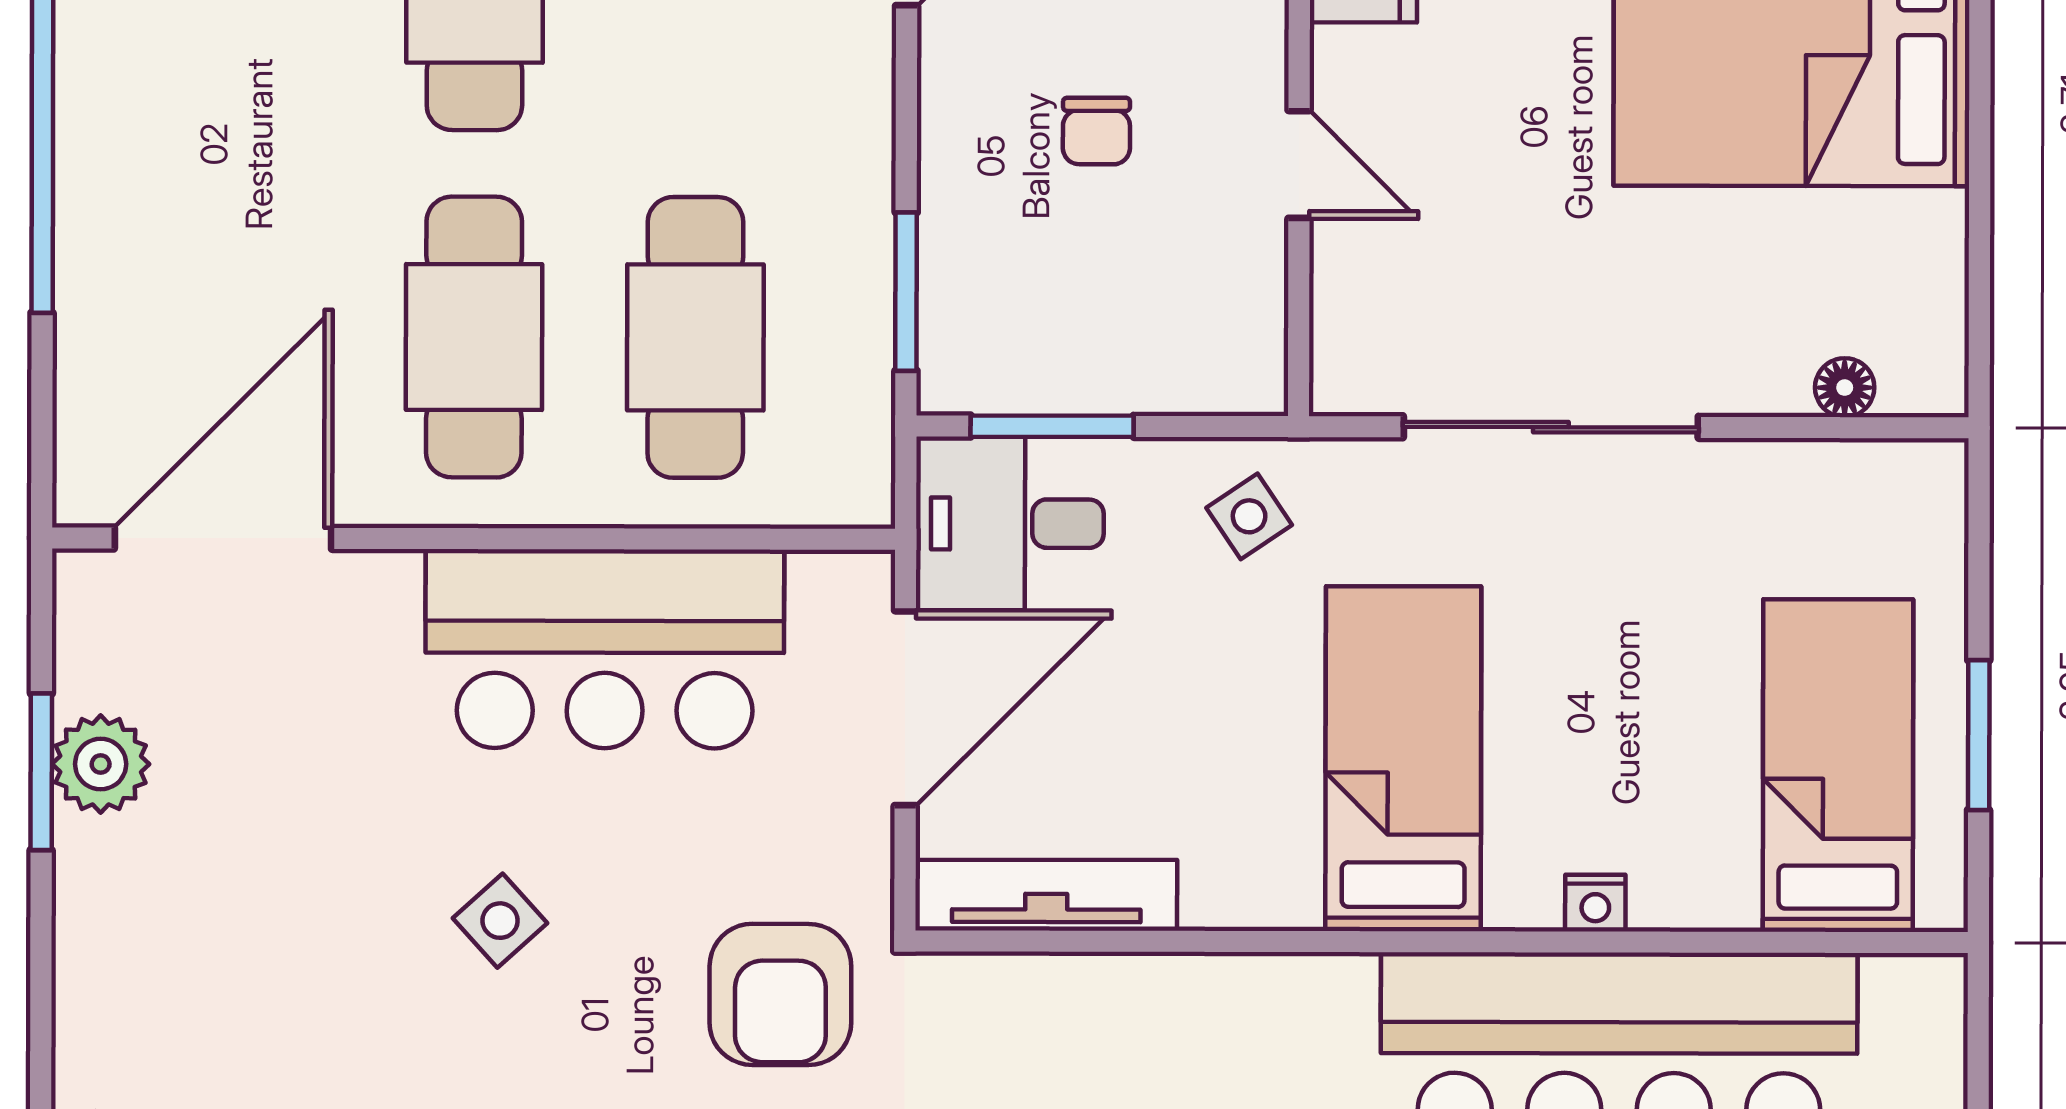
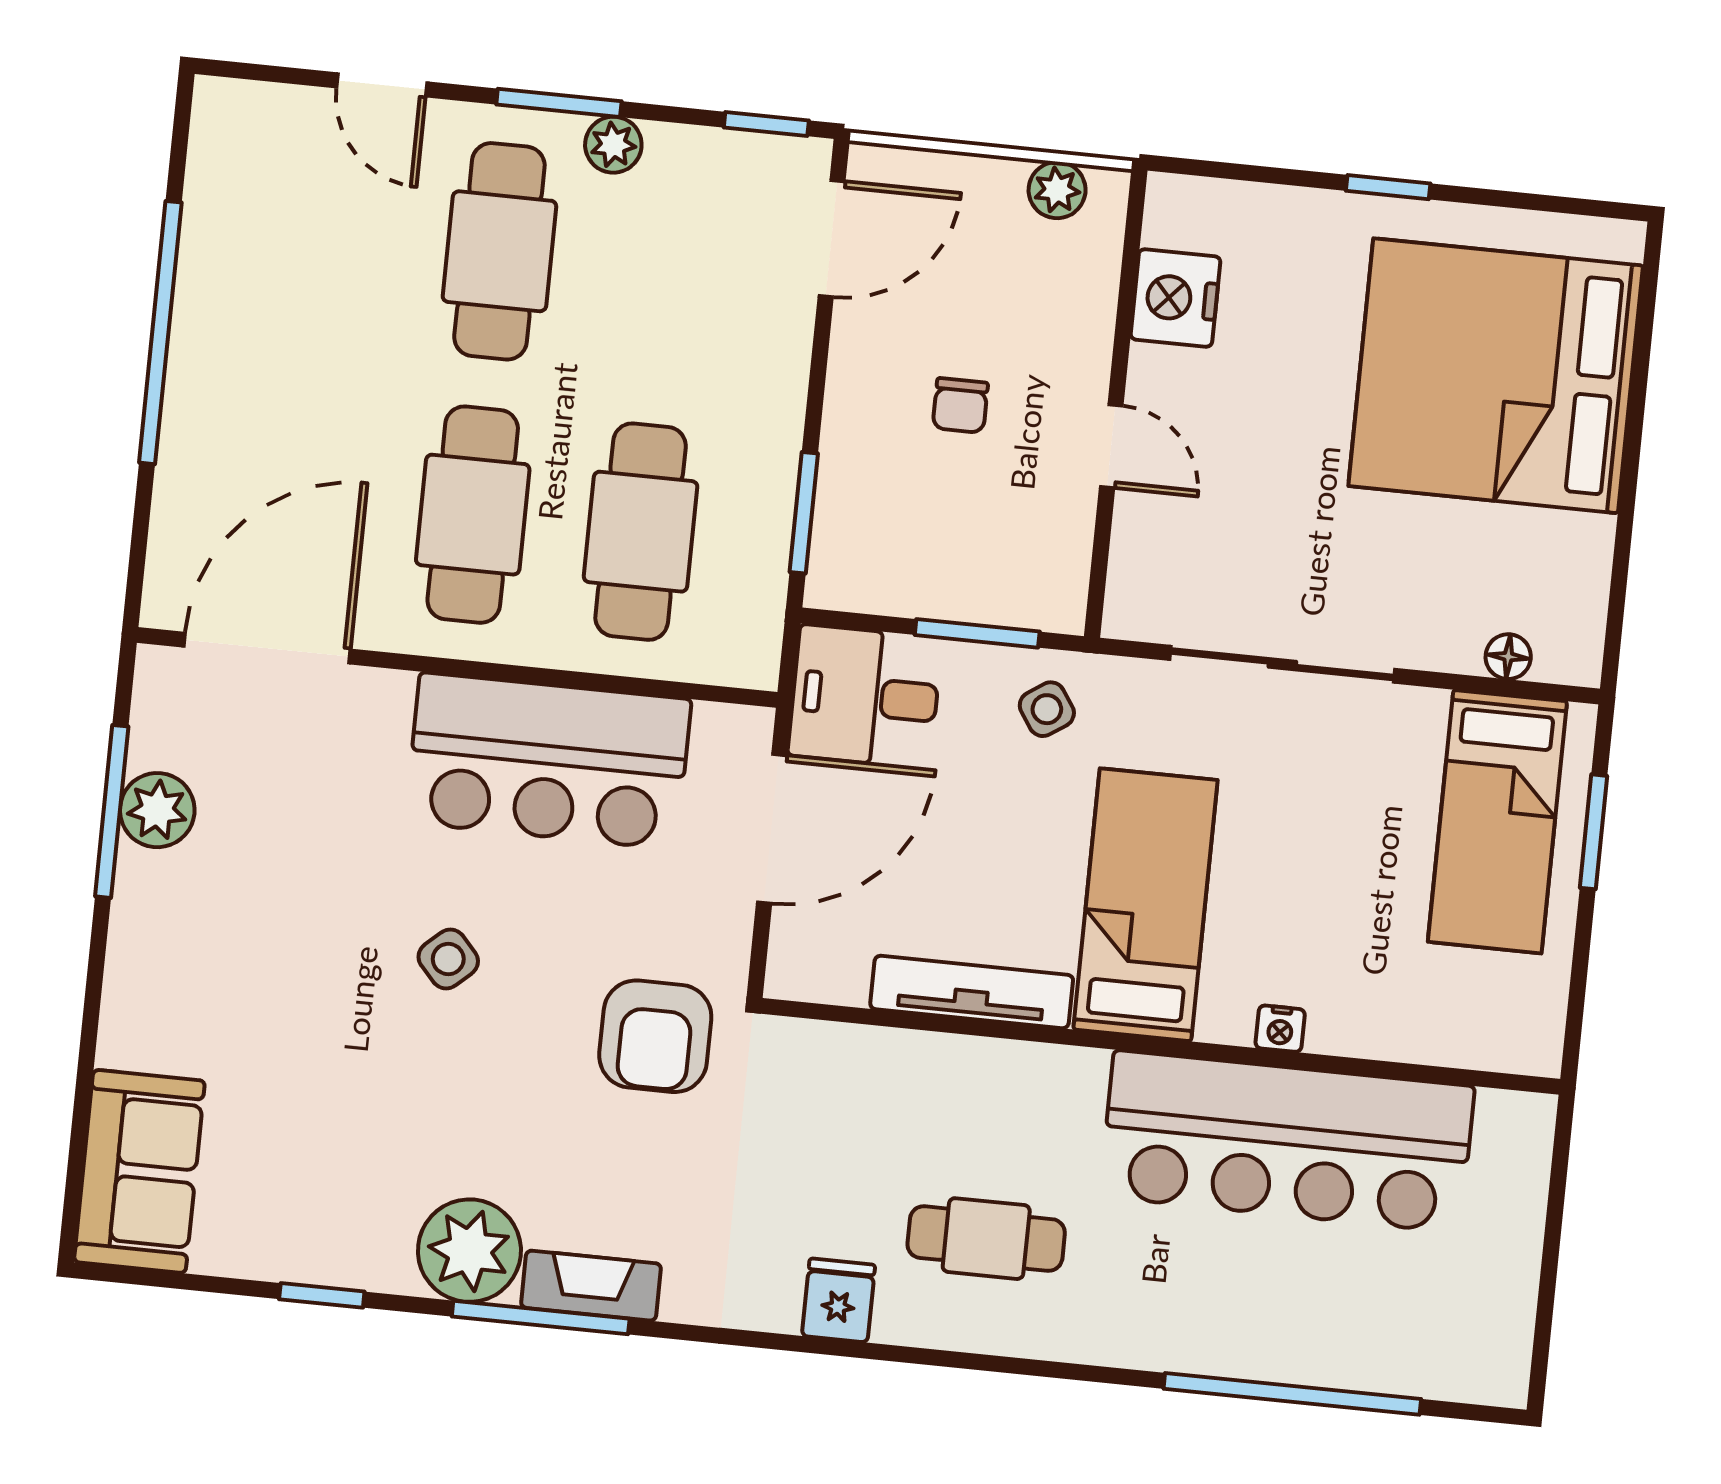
window: (1052, 426) -> (977, 633), moved
window: (1979, 735) -> (1594, 832), moved
bed: (1838, 766) -> (1497, 822), moved, turned 180
window: (41, 772) -> (112, 811), width x1.44
tv unit: (1046, 895) -> (972, 992), moved

